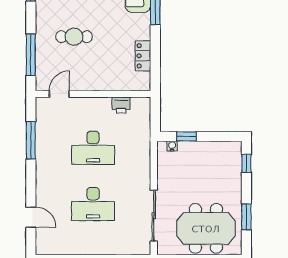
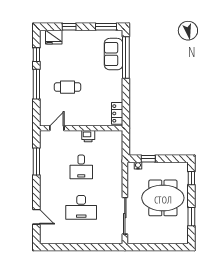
window: (31, 55) -> (36, 84), moved
locker: (143, 56) -> (117, 113), moved
printer: (121, 105) -> (88, 136), moved
desk: (93, 148) -> (81, 167), width x0.73
meeting table: (206, 228) -> (163, 198), moved

